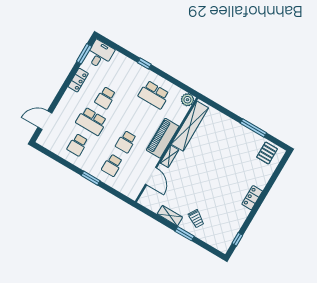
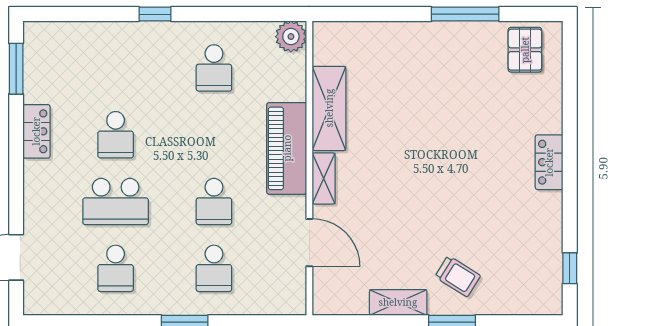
desk: (100, 54) -> (50, 50), removed
school desk: (154, 95) -> (214, 68), width x0.54
shelving: (190, 126) -> (329, 108), width x0.68

